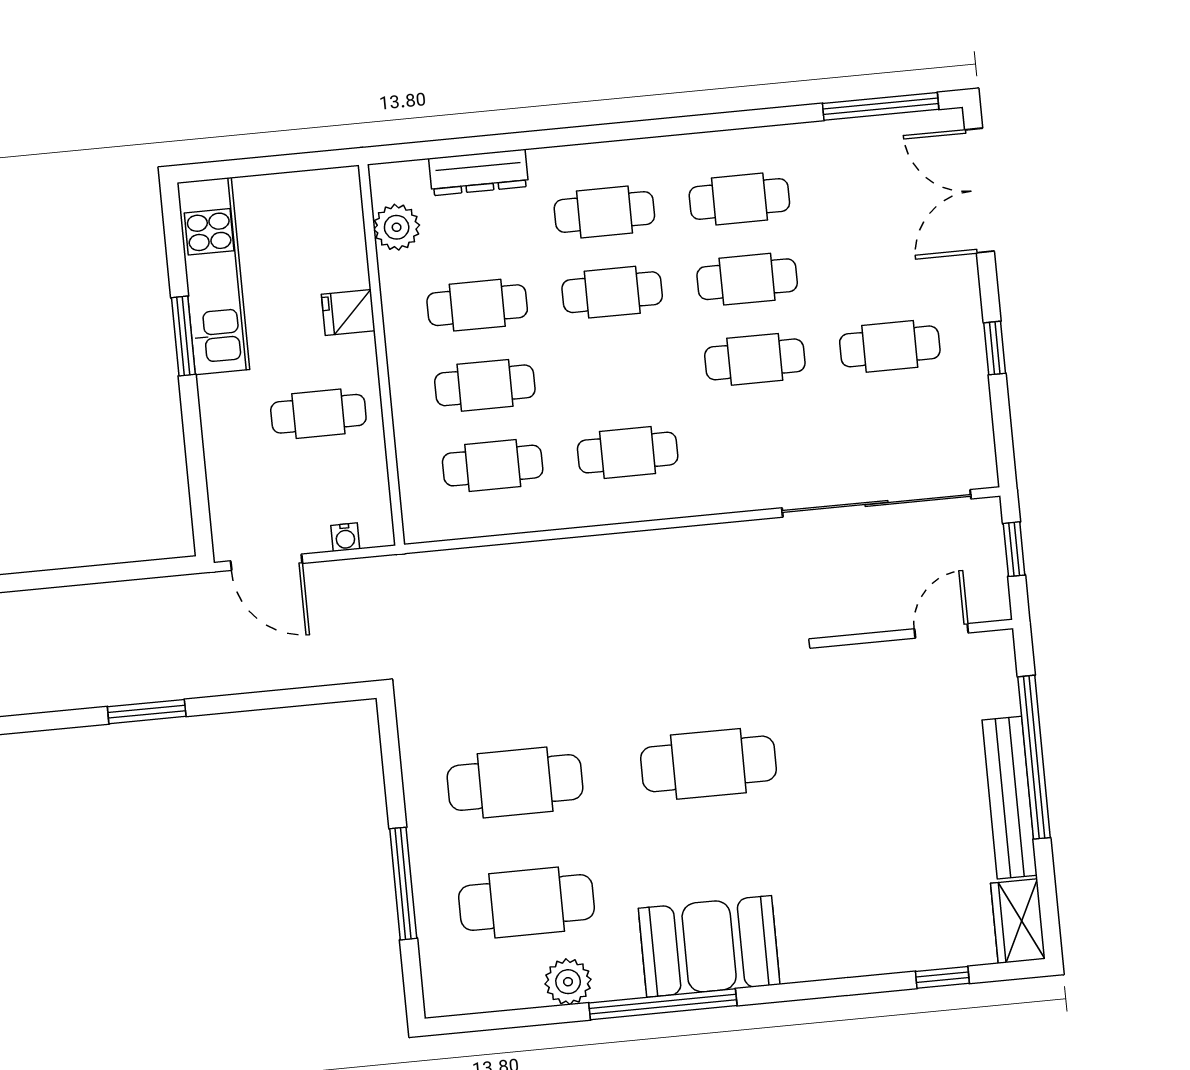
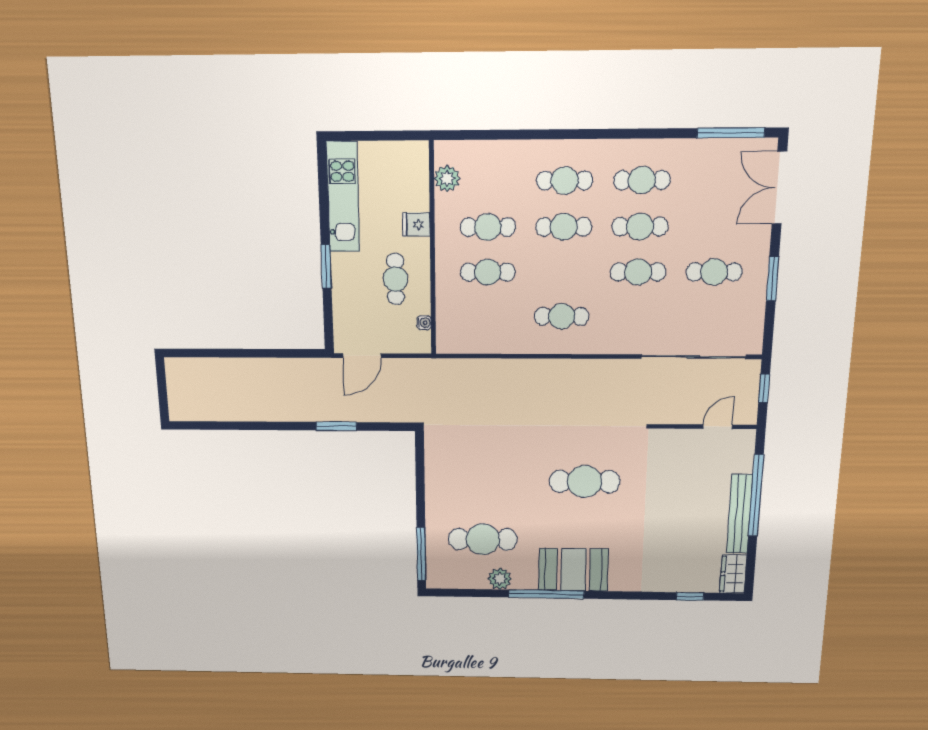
dresser: (478, 172) -> (496, 151), removed
window: (183, 336) -> (326, 267), moved
window: (995, 348) -> (773, 278), width x1.50
cafe table: (318, 414) -> (396, 279), turned 90
cafe table: (493, 466) -> (488, 316), removed
water cooler: (345, 537) -> (424, 323), moved, turned -90
door: (266, 562) -> (362, 356), hinge flipped
window: (147, 712) -> (336, 426), moved
cafe table: (515, 783) -> (483, 481), removed
window: (403, 884) -> (421, 554), moved

